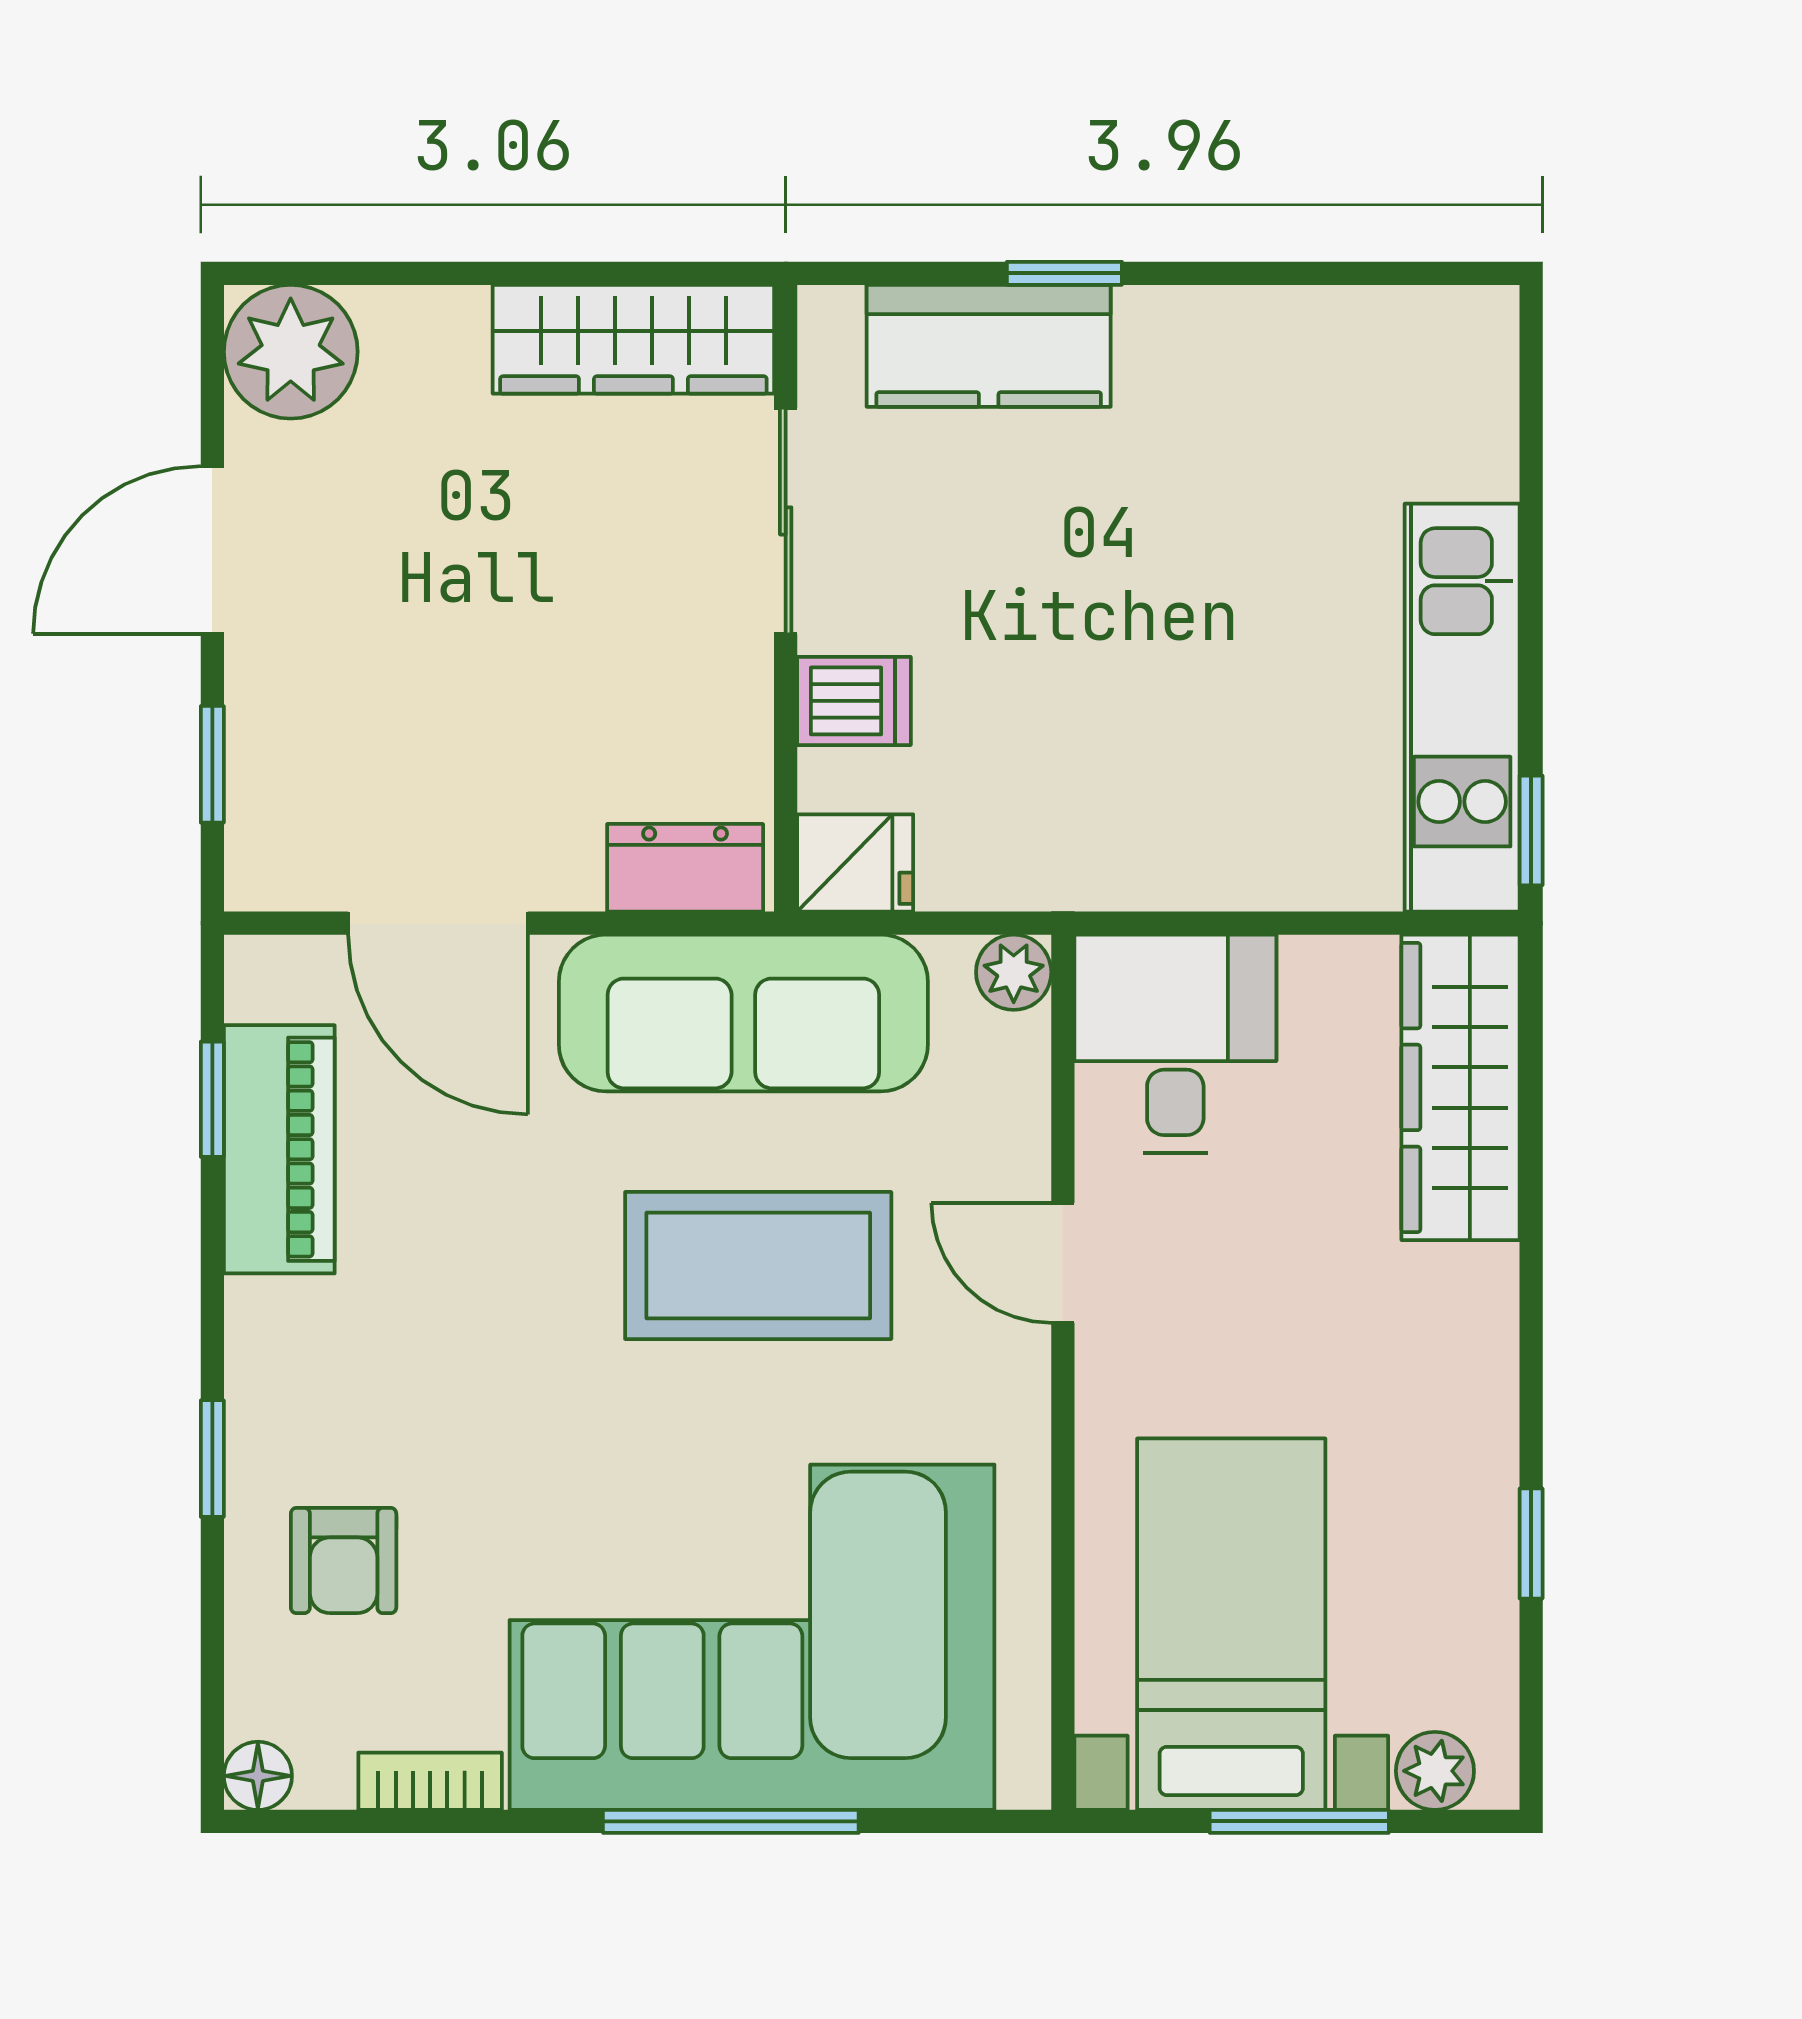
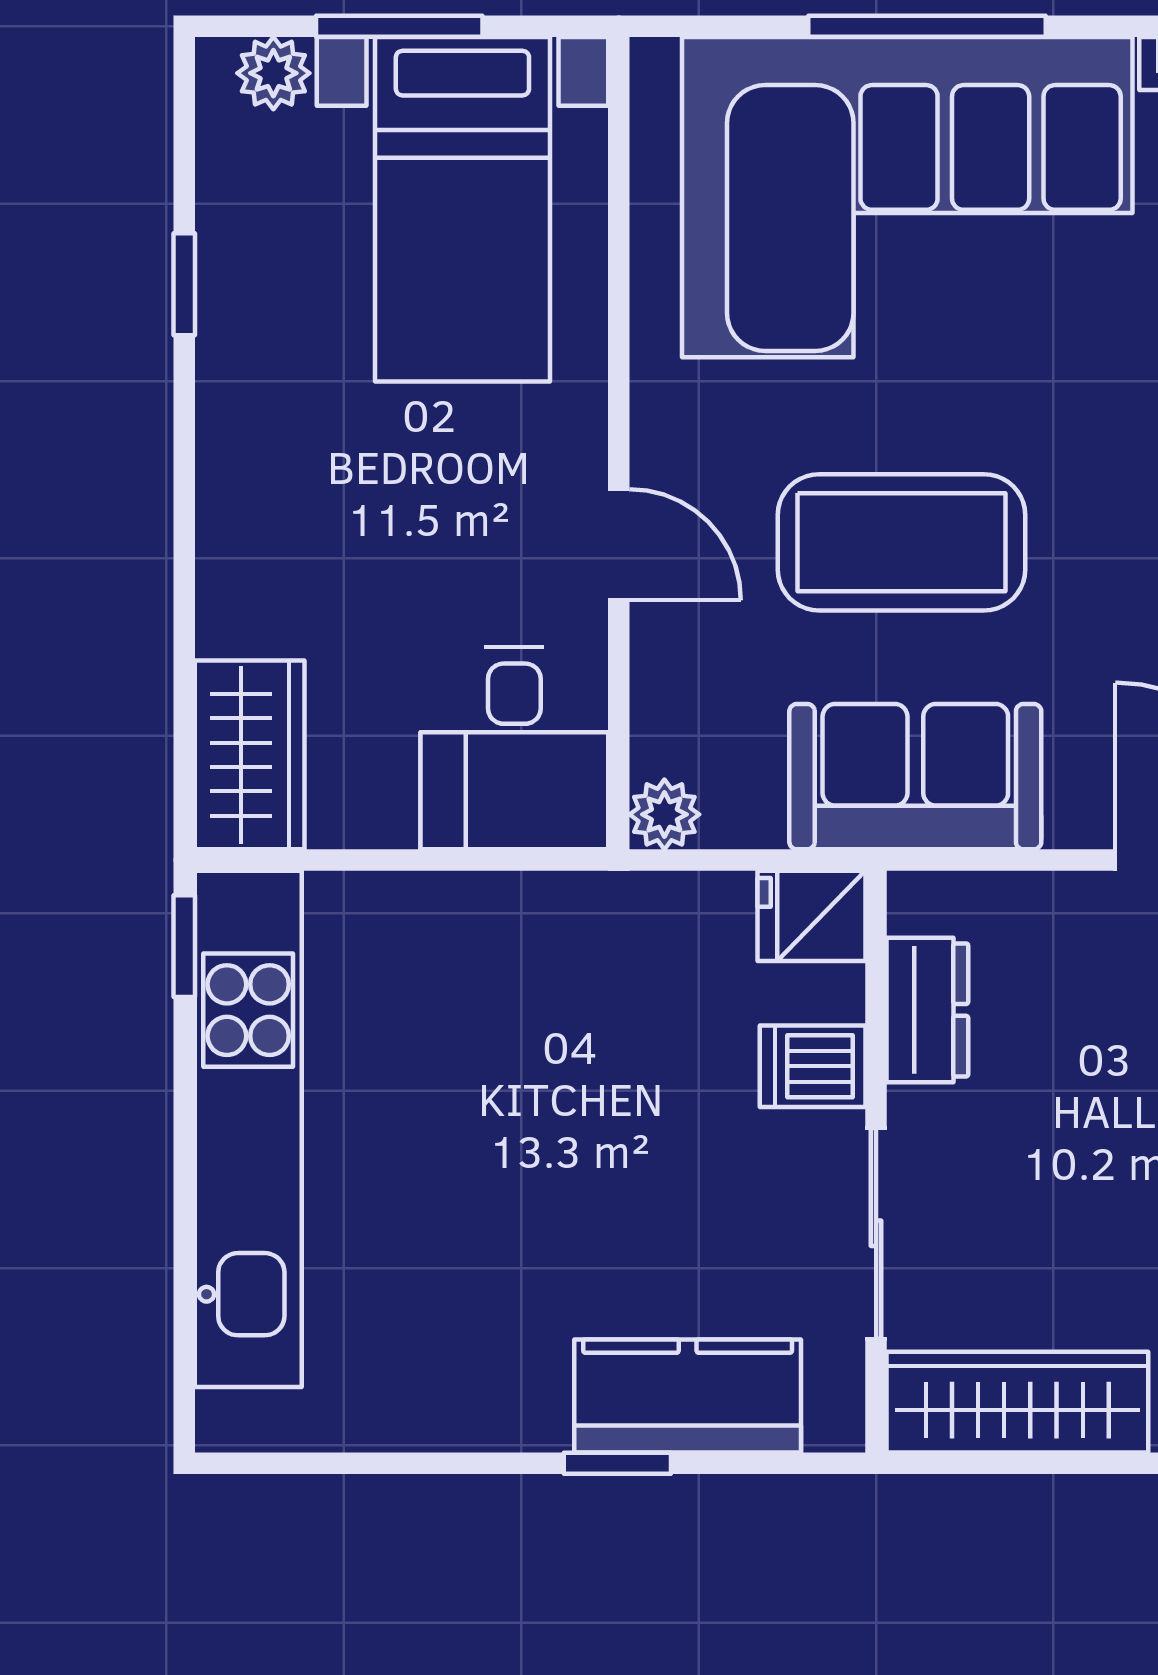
kitchen unit: (1462, 708) -> (248, 1129), width x1.36
dresser: (685, 868) -> (927, 1010), moved, turned -90
sofa: (743, 1013) -> (915, 777), width x0.73
wardrobe: (1460, 1087) -> (250, 755), width x0.67

